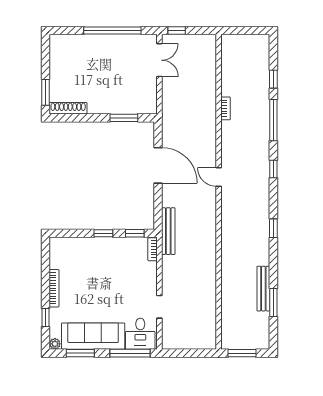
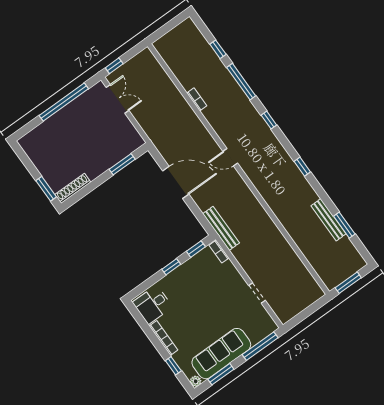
desk: (140, 334) -> (153, 305), moved, turned 90

